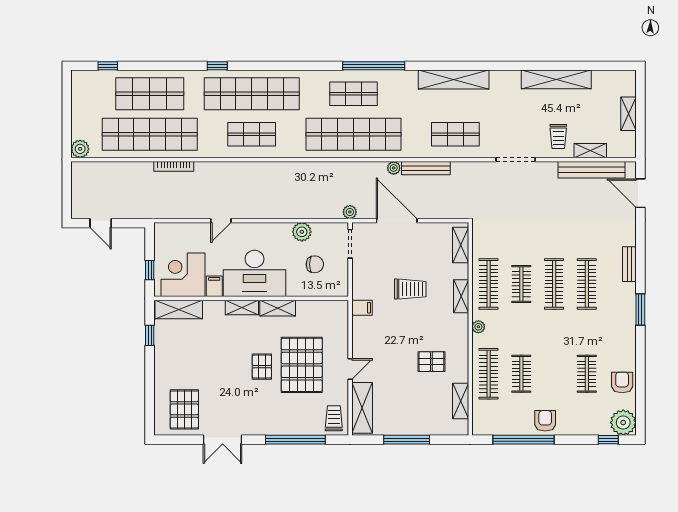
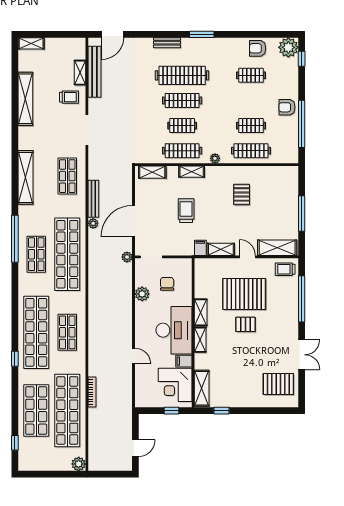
shelving: (628, 114) -> (31, 43), moved
clothes rail: (587, 284) -> (182, 75), width x1.37, depth x1.31
shelving: (461, 401) -> (221, 249), moved

